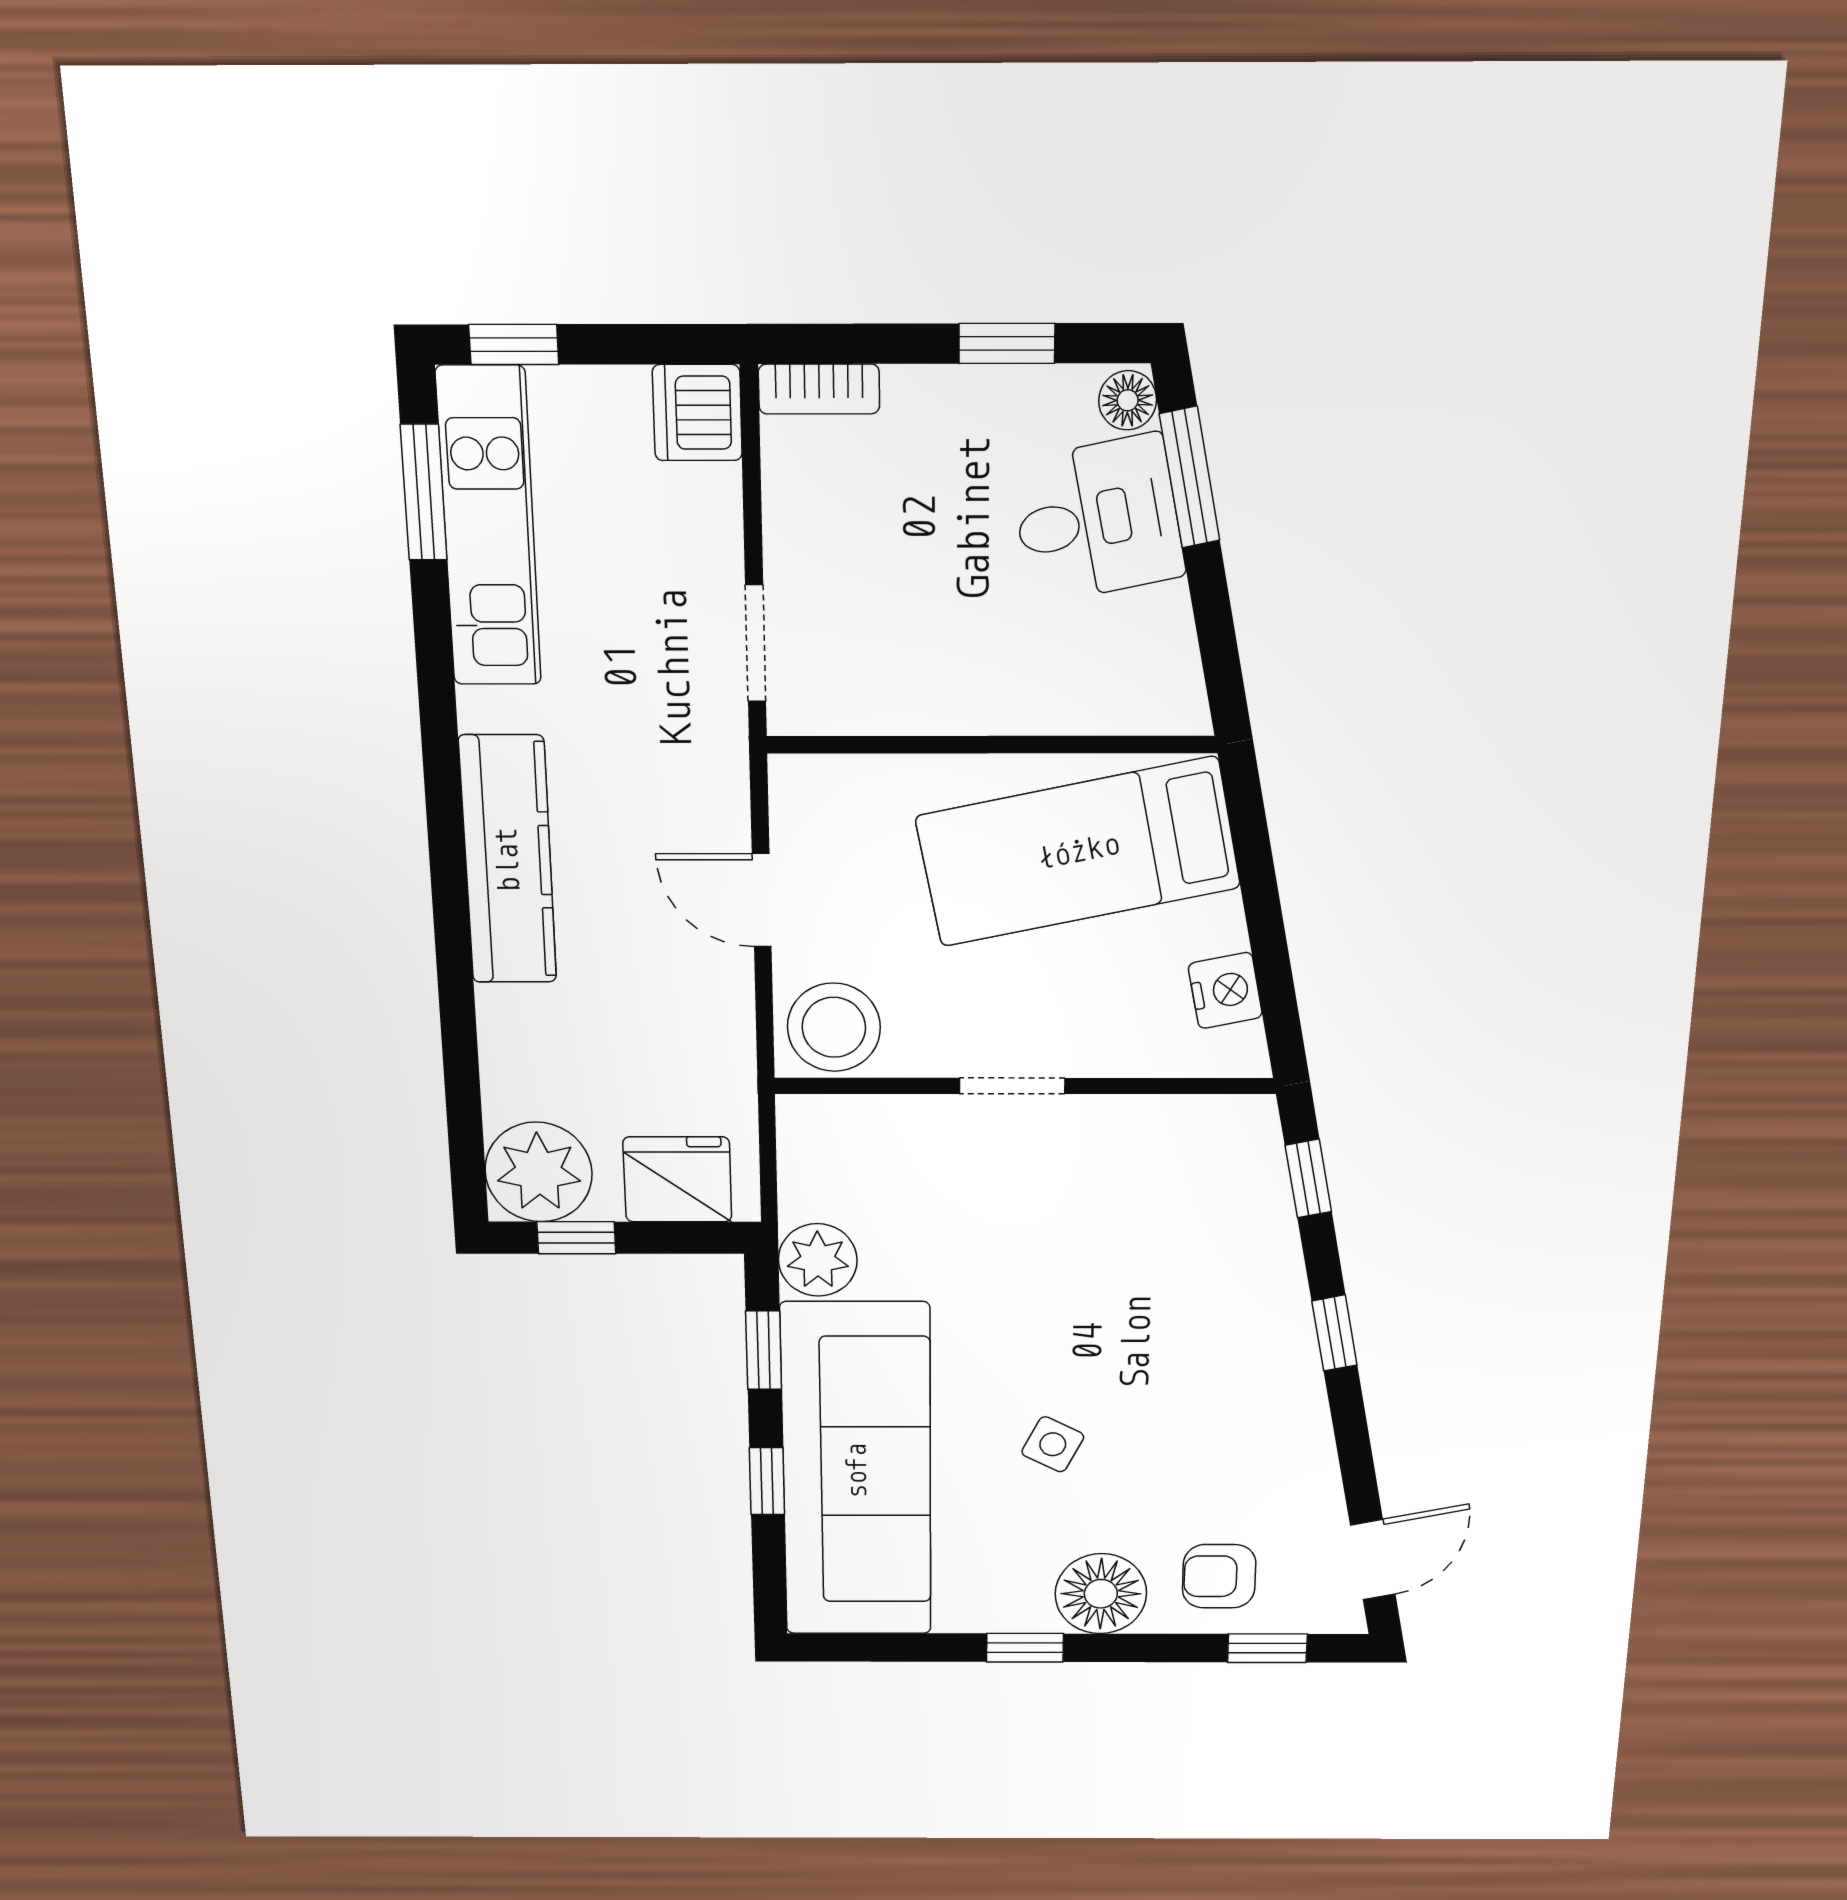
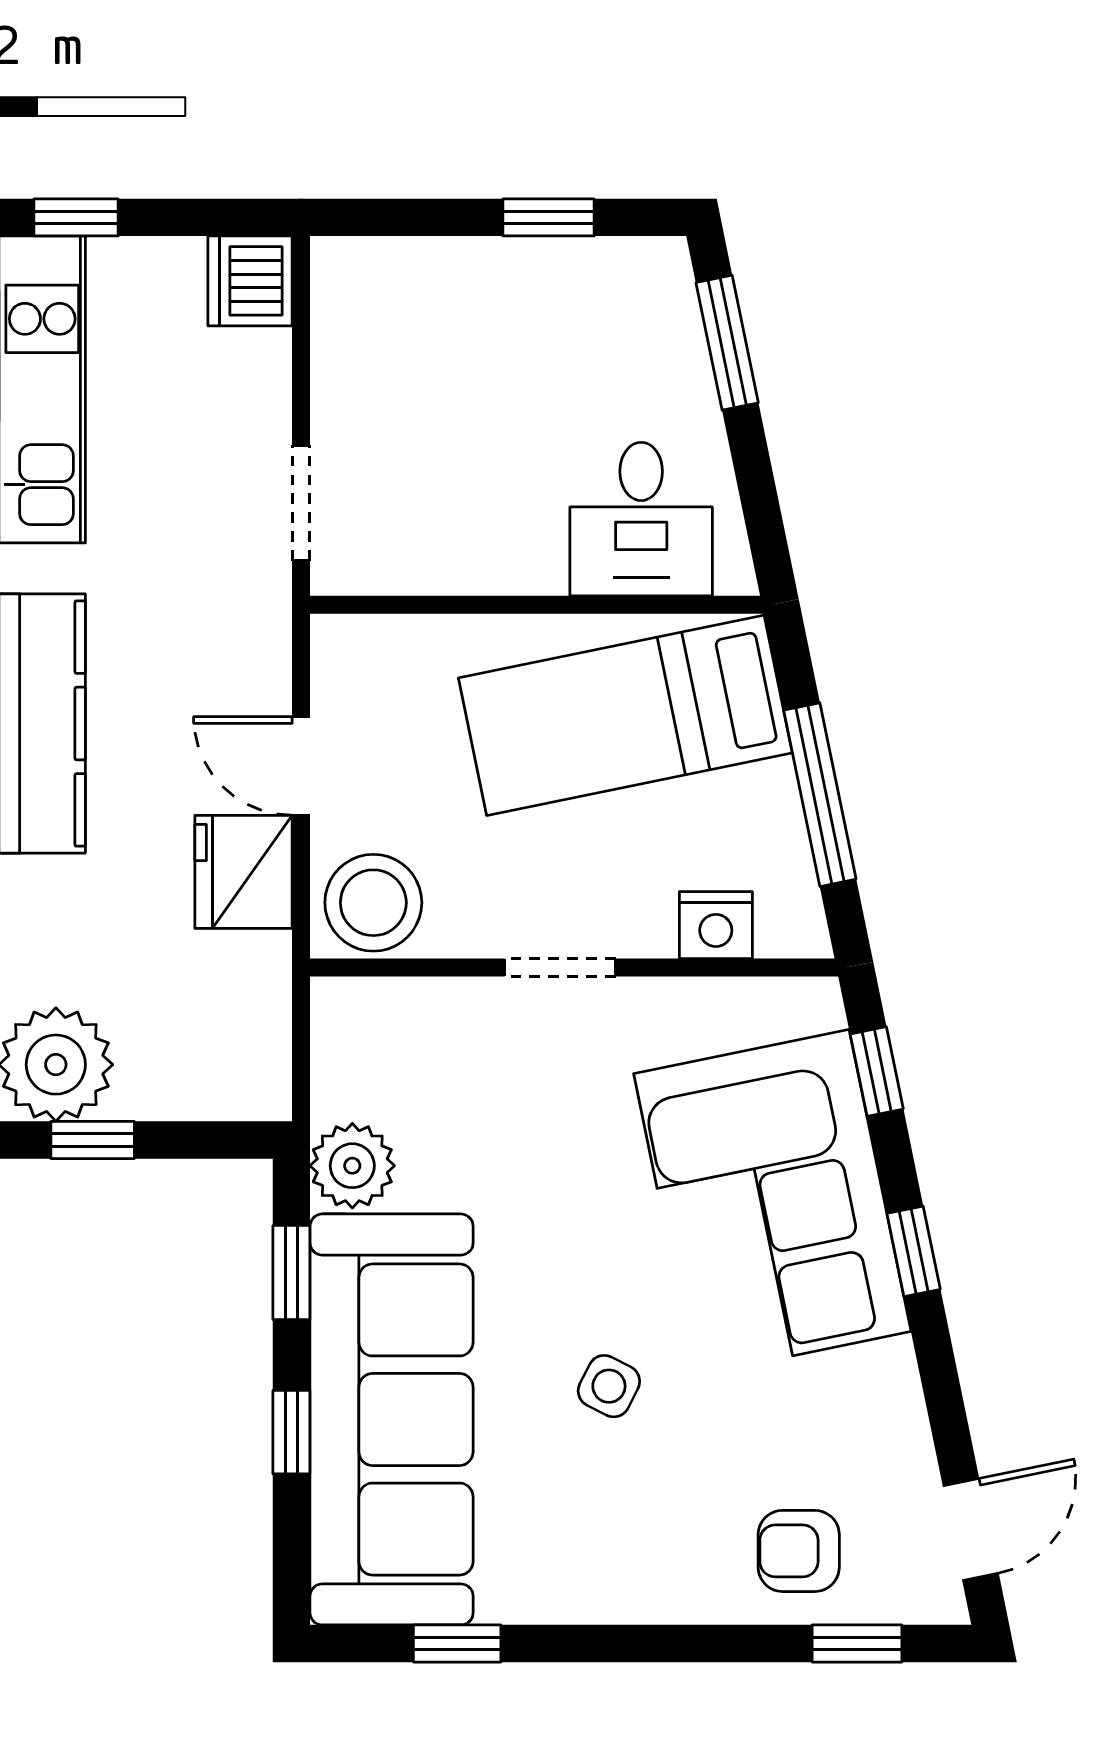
bookcase: (819, 389) -> (368, 259), removed
floor lamp: (1128, 400) -> (665, 270), removed
desk: (1097, 519) -> (641, 519), moved, turned 102
window: (1266, 927) -> (820, 795), added
nightstand: (1225, 990) -> (716, 925), moved, turned 102
fridge: (677, 1179) -> (243, 872), moved, turned -90
corner sofa: (1206, 1292) -> (772, 1203), added
floor lamp: (1101, 1594) -> (666, 1574), removed
window: (1025, 1648) -> (457, 1644), moved

